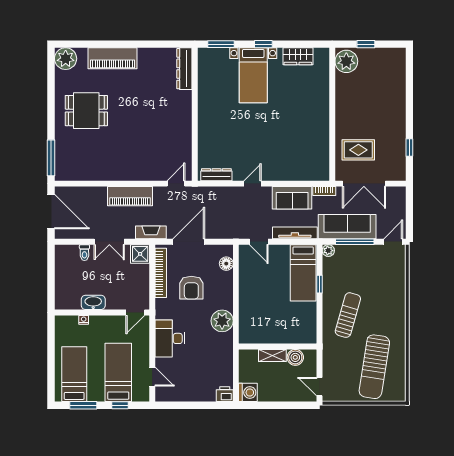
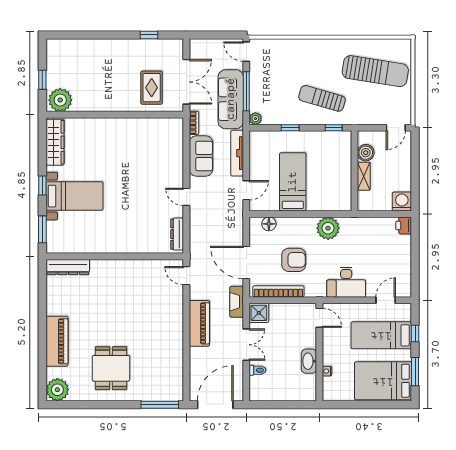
wardrobe: (298, 56) -> (55, 142), width x1.50
bed: (303, 273) -> (293, 182), moved, turned -90
window: (319, 326) -> (334, 128), added
bed: (74, 374) -> (383, 381), width x1.50

